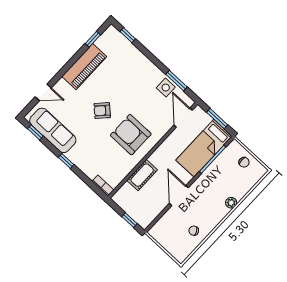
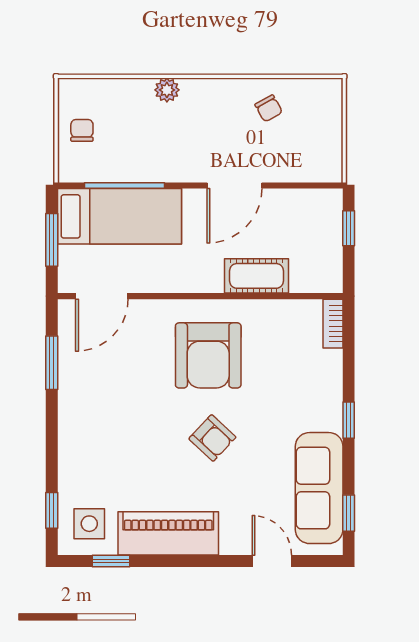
side table: (166, 88) -> (89, 524), moved

